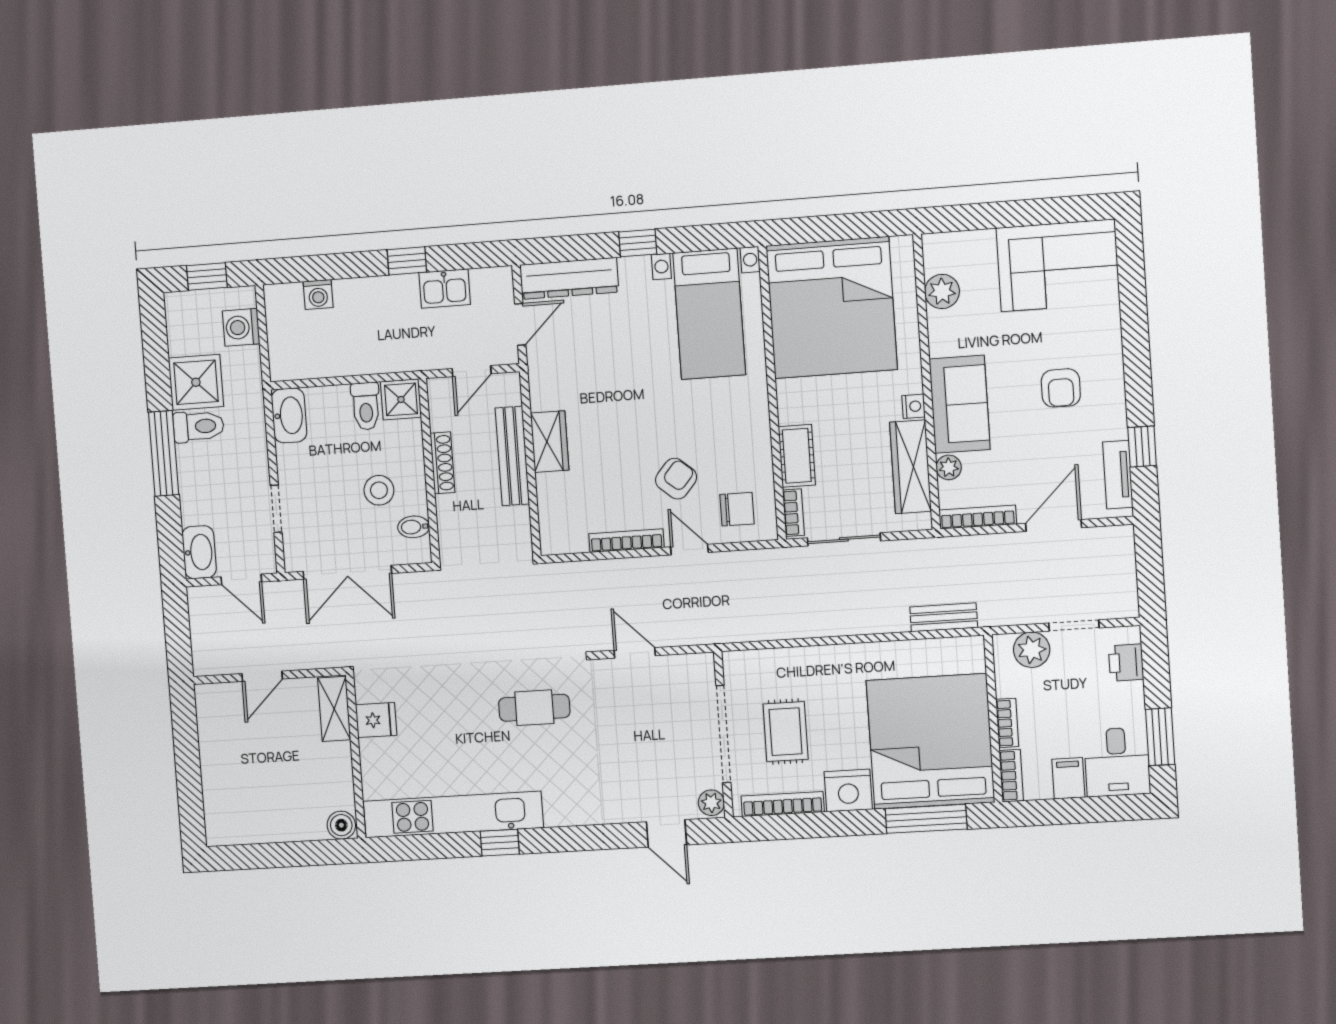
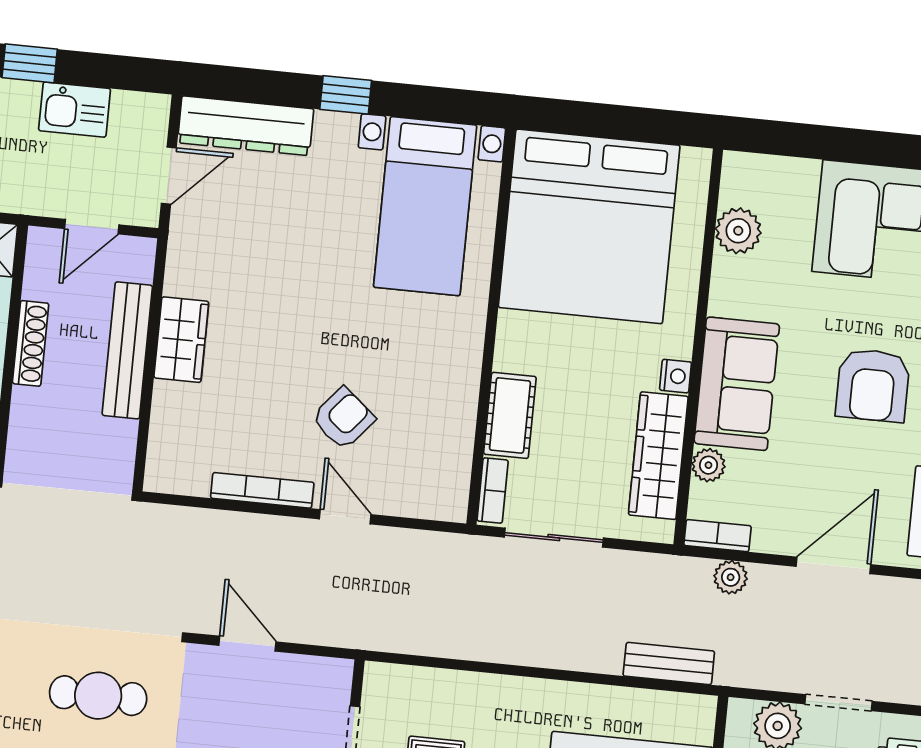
armchair: (1061, 388) -> (873, 385), width x1.38, depth x1.38
chair: (737, 509) -> (418, 473), removed
bookcase: (978, 517) -> (717, 536), width x0.64
plant: (979, 547) -> (731, 577), added

